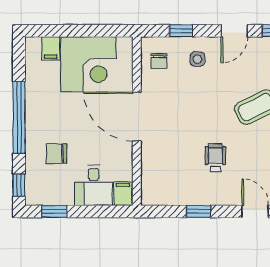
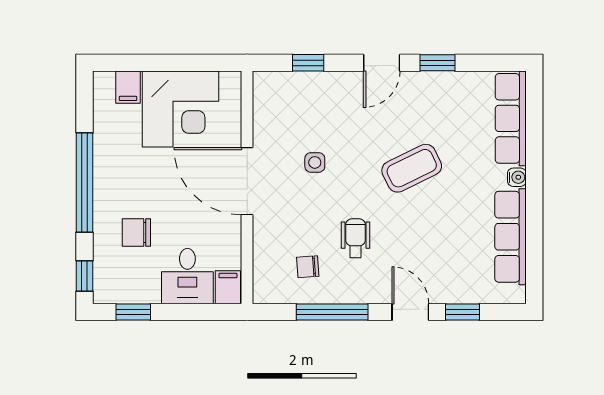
side table: (197, 59) -> (315, 162), moved
chair: (159, 61) -> (308, 267), moved, turned 86
window: (199, 211) -> (332, 312), width x2.17

